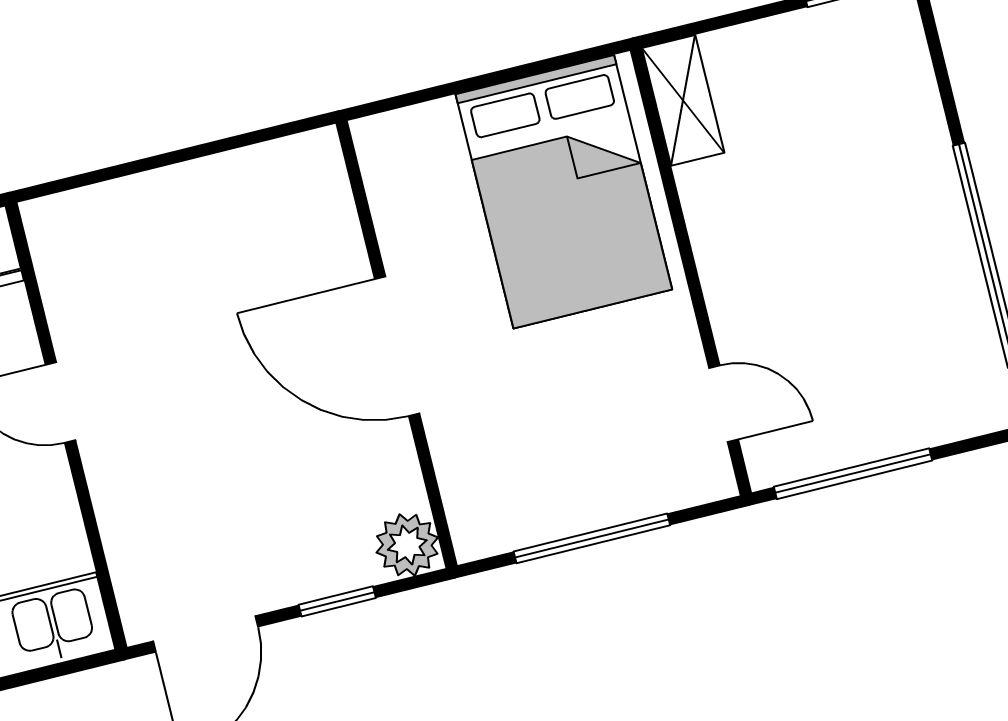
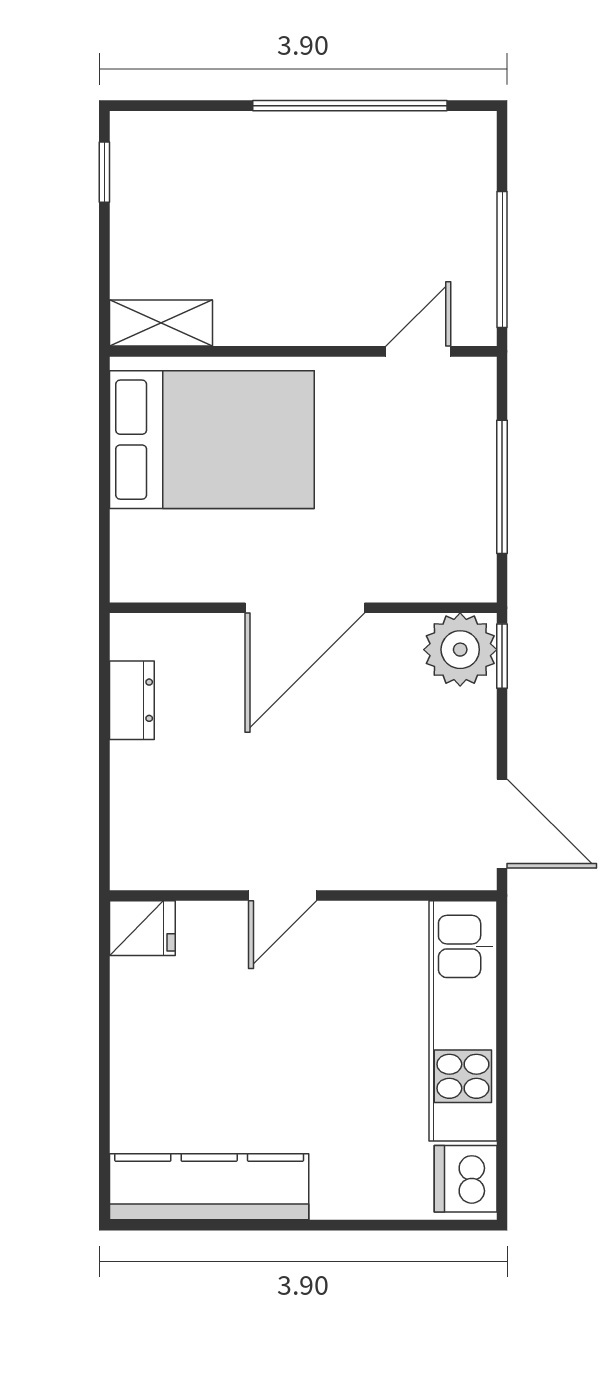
dresser: (242, 174) -> (132, 700), added
plant: (407, 545) -> (460, 650), width x1.36, depth x1.36
window: (337, 601) -> (502, 656), moved

